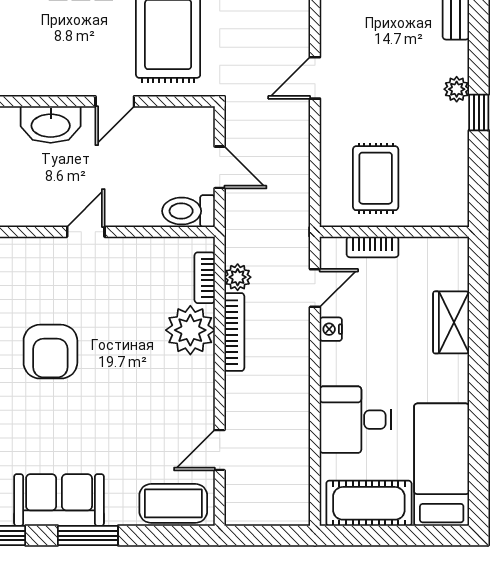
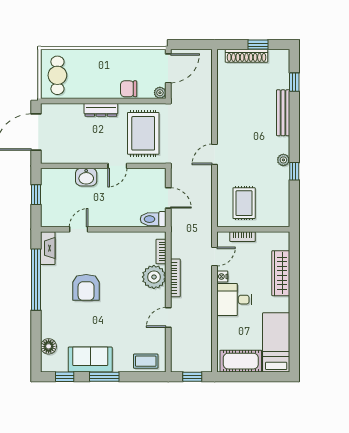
washbasin: (51, 125) -> (86, 177), width x0.72
door: (86, 232) -> (79, 229), moved
plant: (238, 277) -> (177, 251), removed
wardrobe: (451, 322) -> (281, 273), width x1.50
desk: (356, 420) -> (234, 300), moved
door: (220, 450) -> (168, 317), moved
coffee table: (173, 503) -> (146, 361), width x0.73, depth x0.77
window: (269, 536) -> (192, 377), added

